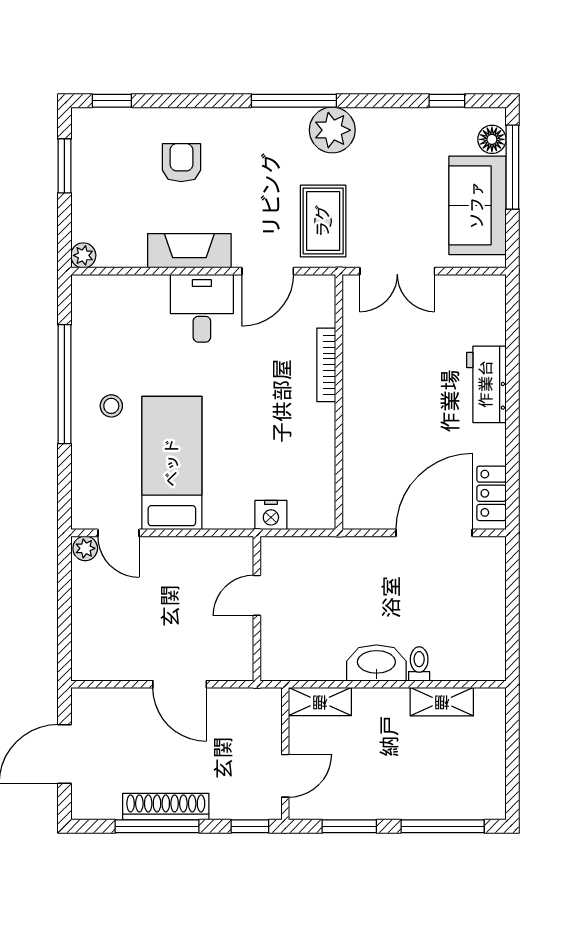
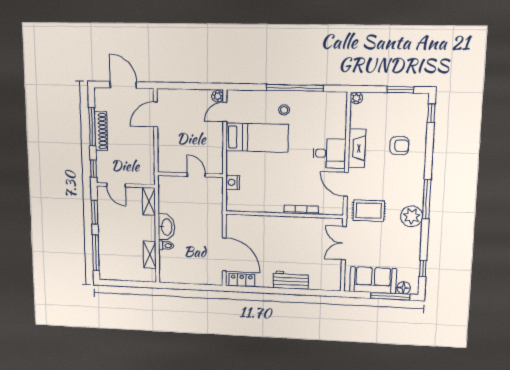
door: (180, 684) -> (155, 114), moved

